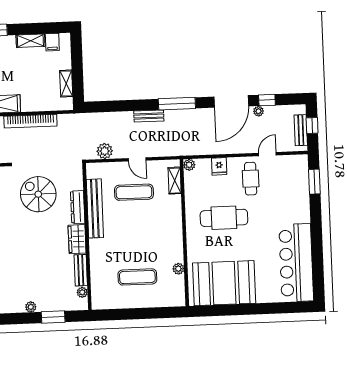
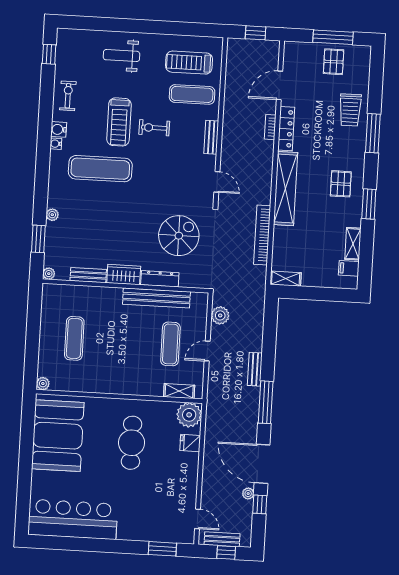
shelving: (66, 84) -> (286, 279), moved
door: (267, 154) -> (198, 519), moved
plant: (189, 165) -> (189, 415), width x1.87, depth x1.87
cafe table: (251, 179) -> (173, 477), removed
plant: (178, 269) -> (43, 384), moved
plant: (82, 292) -> (49, 274), moved

